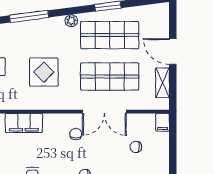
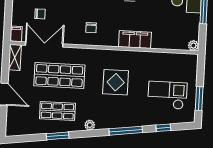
shop shelf: (110, 35) -> (57, 111), width x0.70, depth x0.74
shelving: (162, 83) -> (15, 57), moved
double door: (104, 112) -> (44, 45), moved

